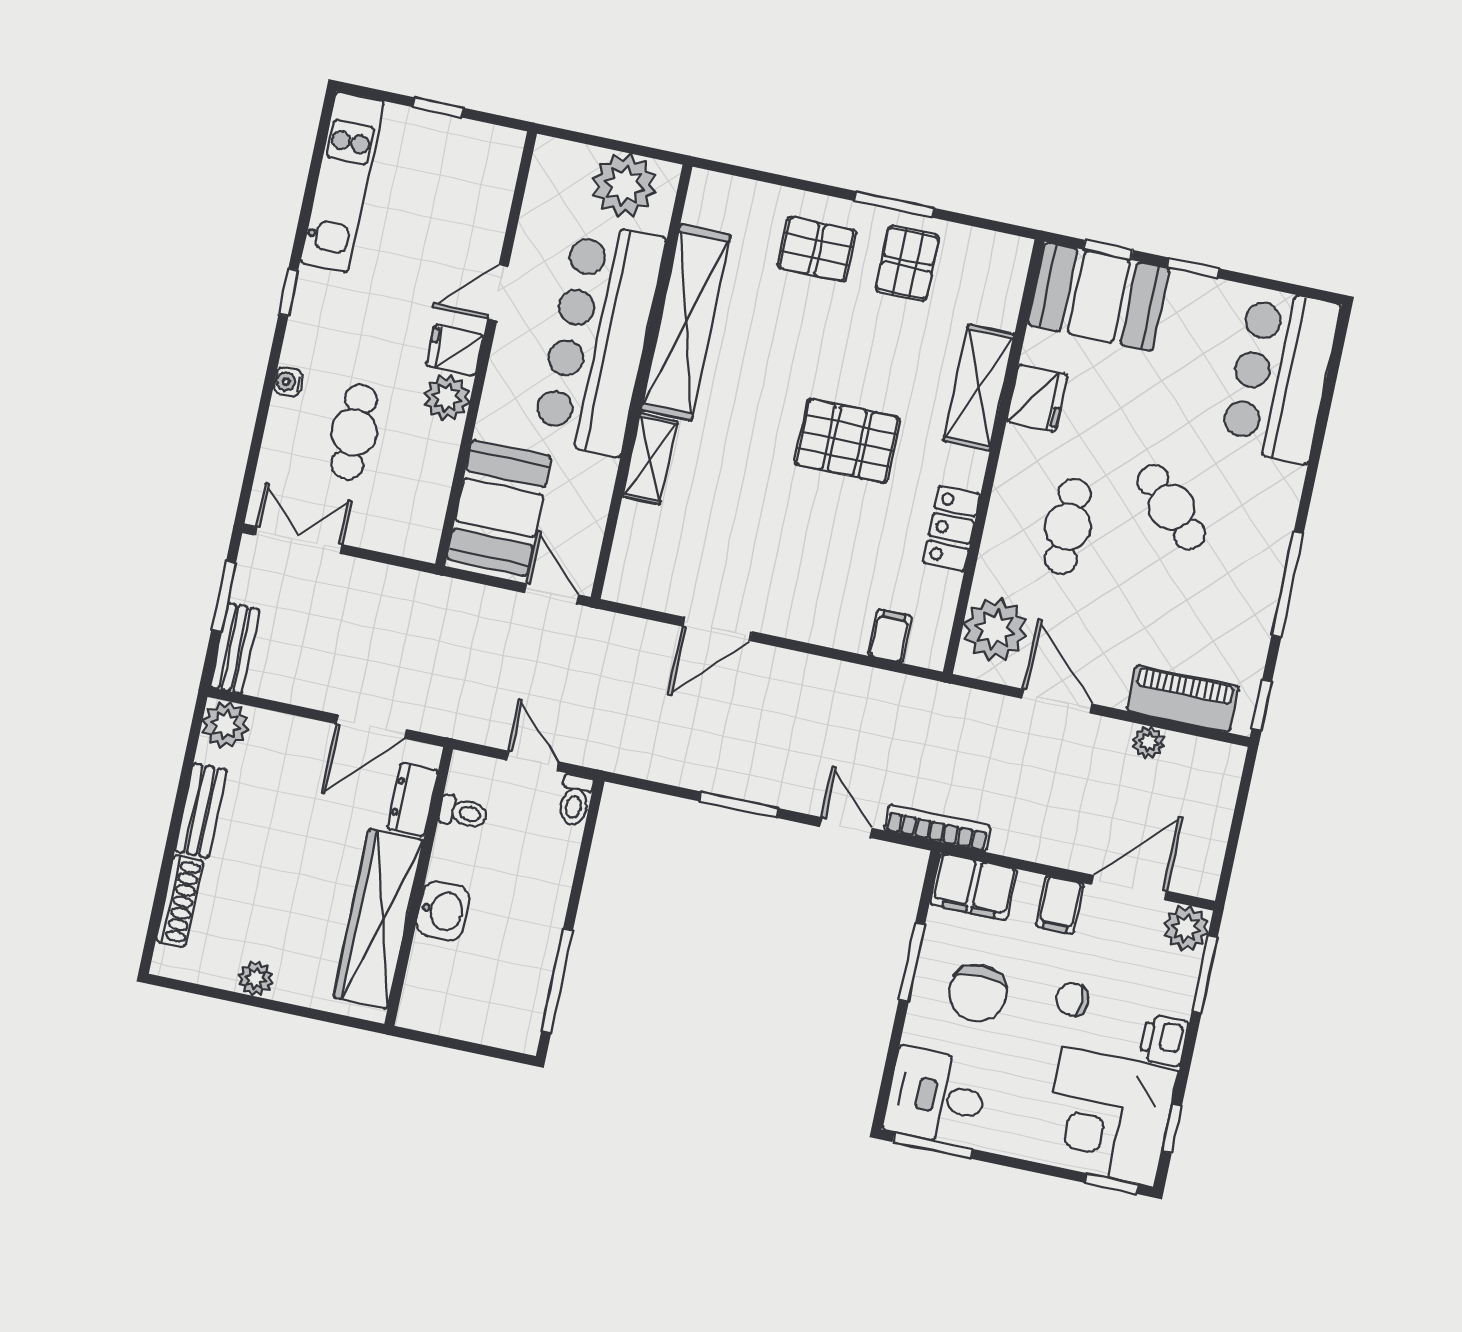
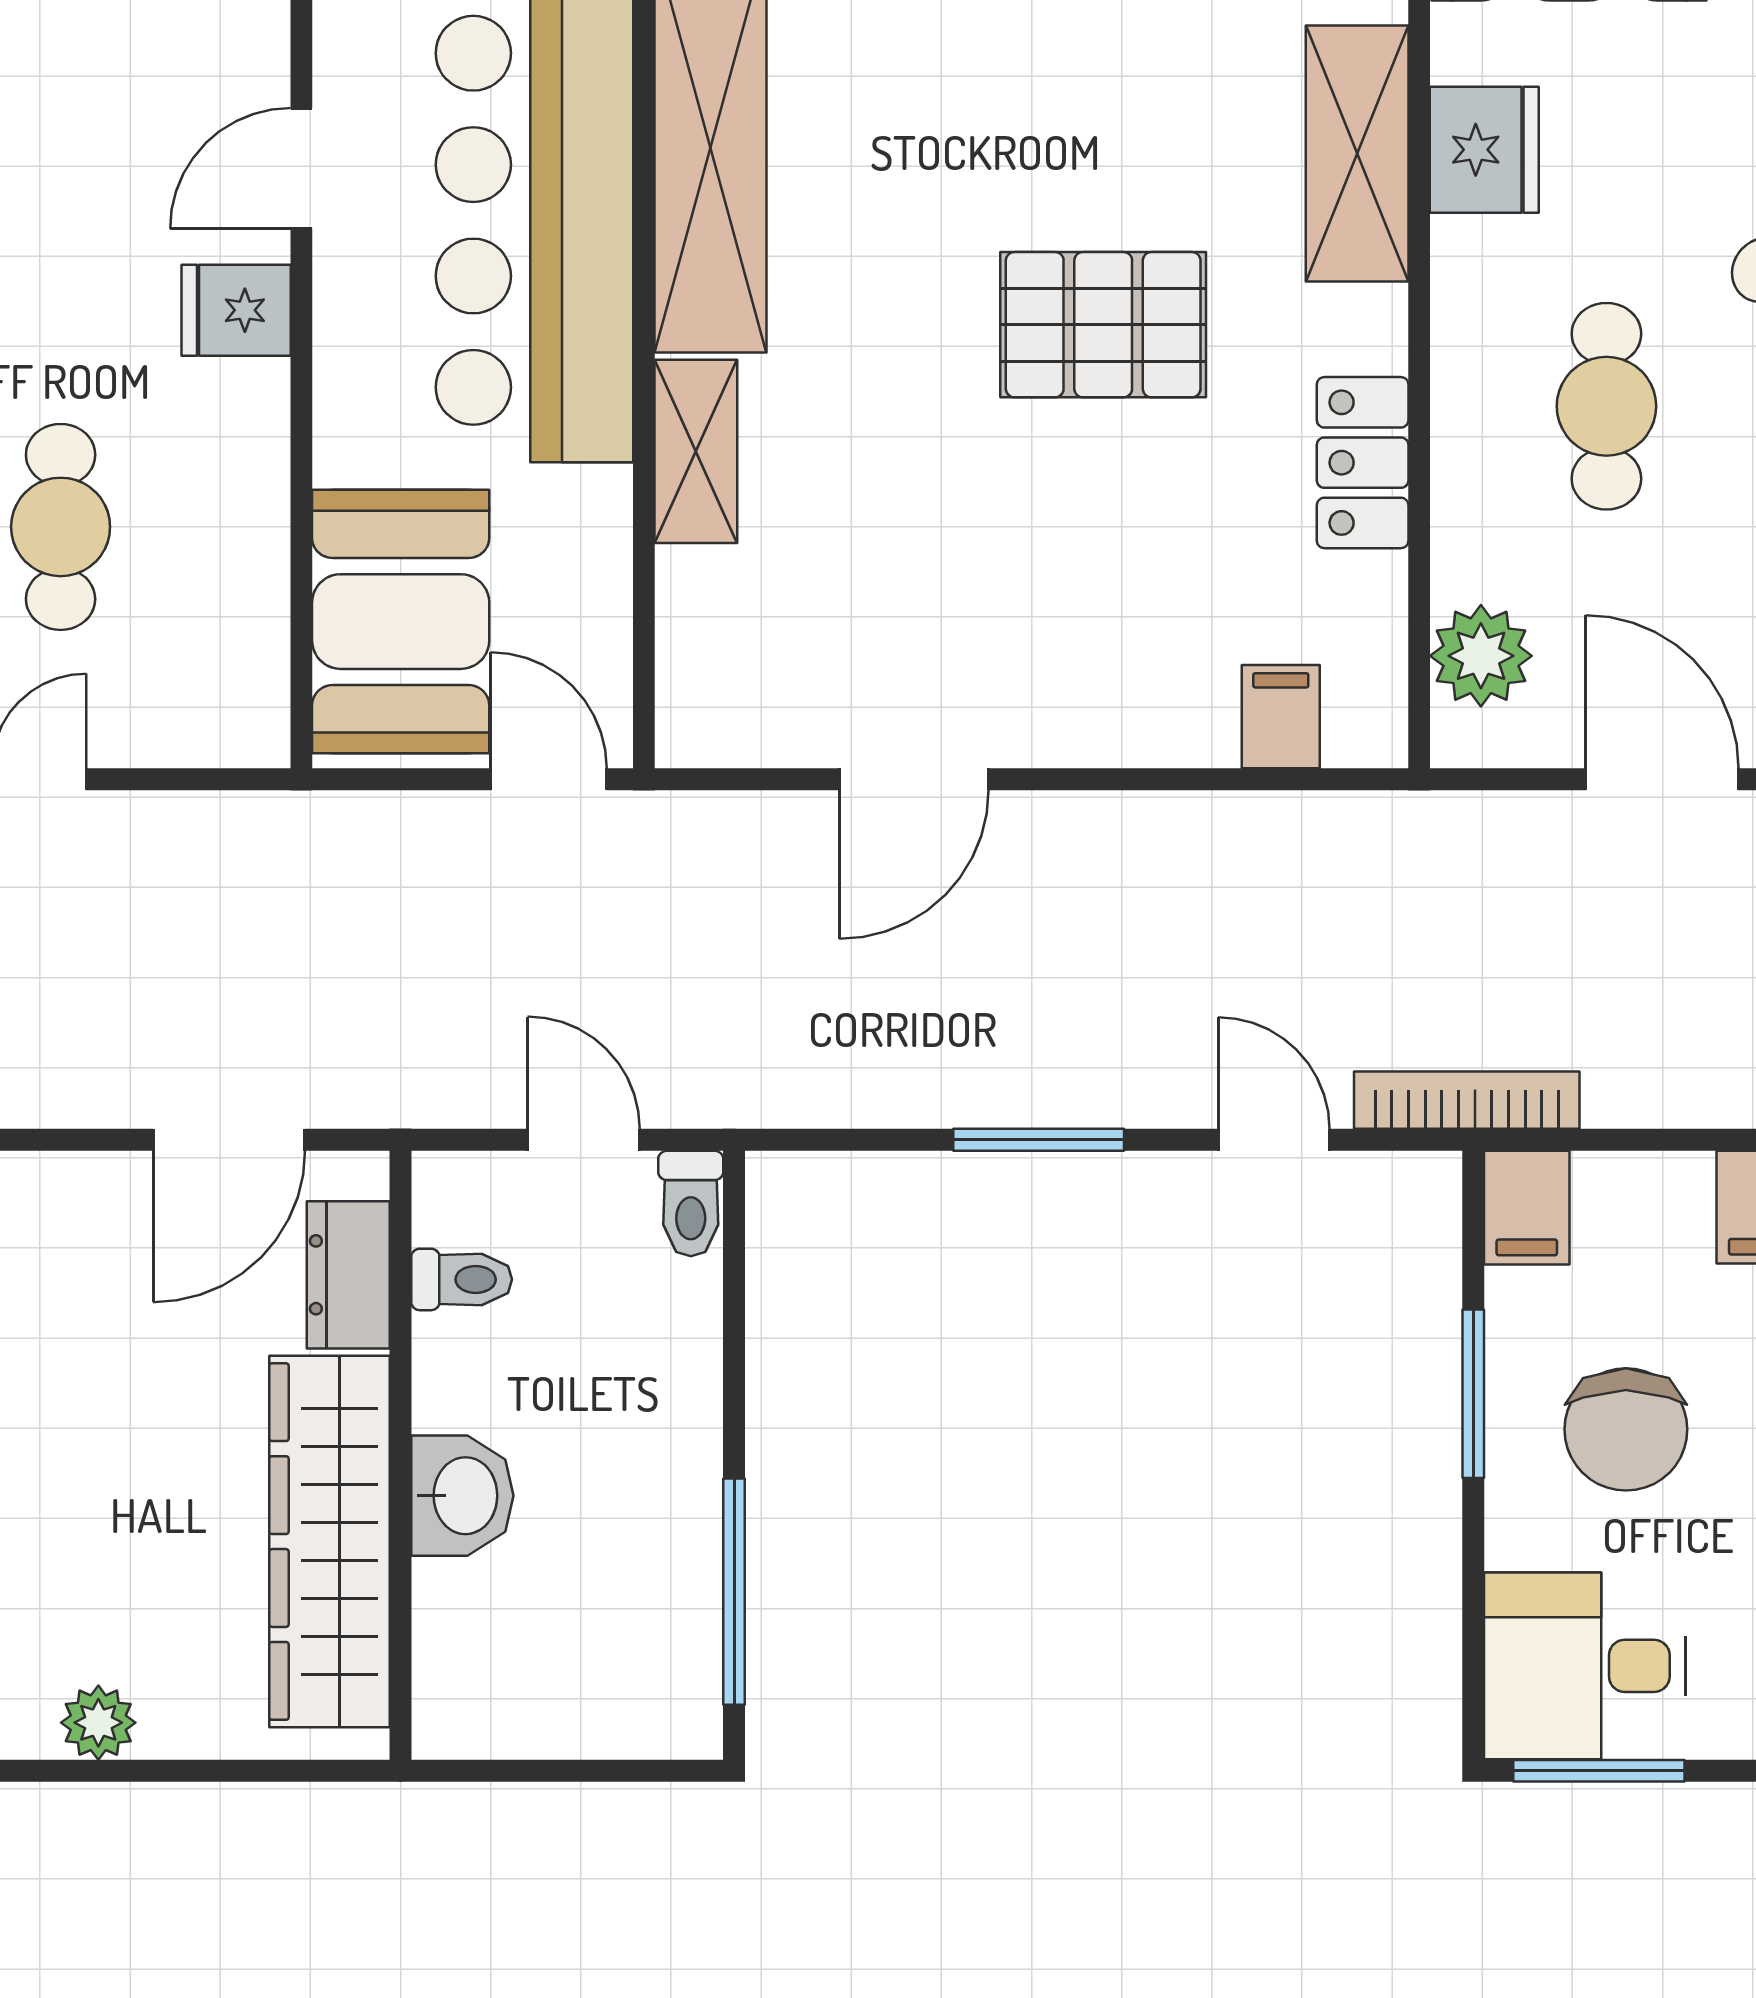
plant: (447, 398) -> (241, 413), removed
plant: (995, 629) -> (1481, 656), width x0.73, depth x0.73
filing cabinet: (974, 887) -> (1527, 1208), width x0.50

